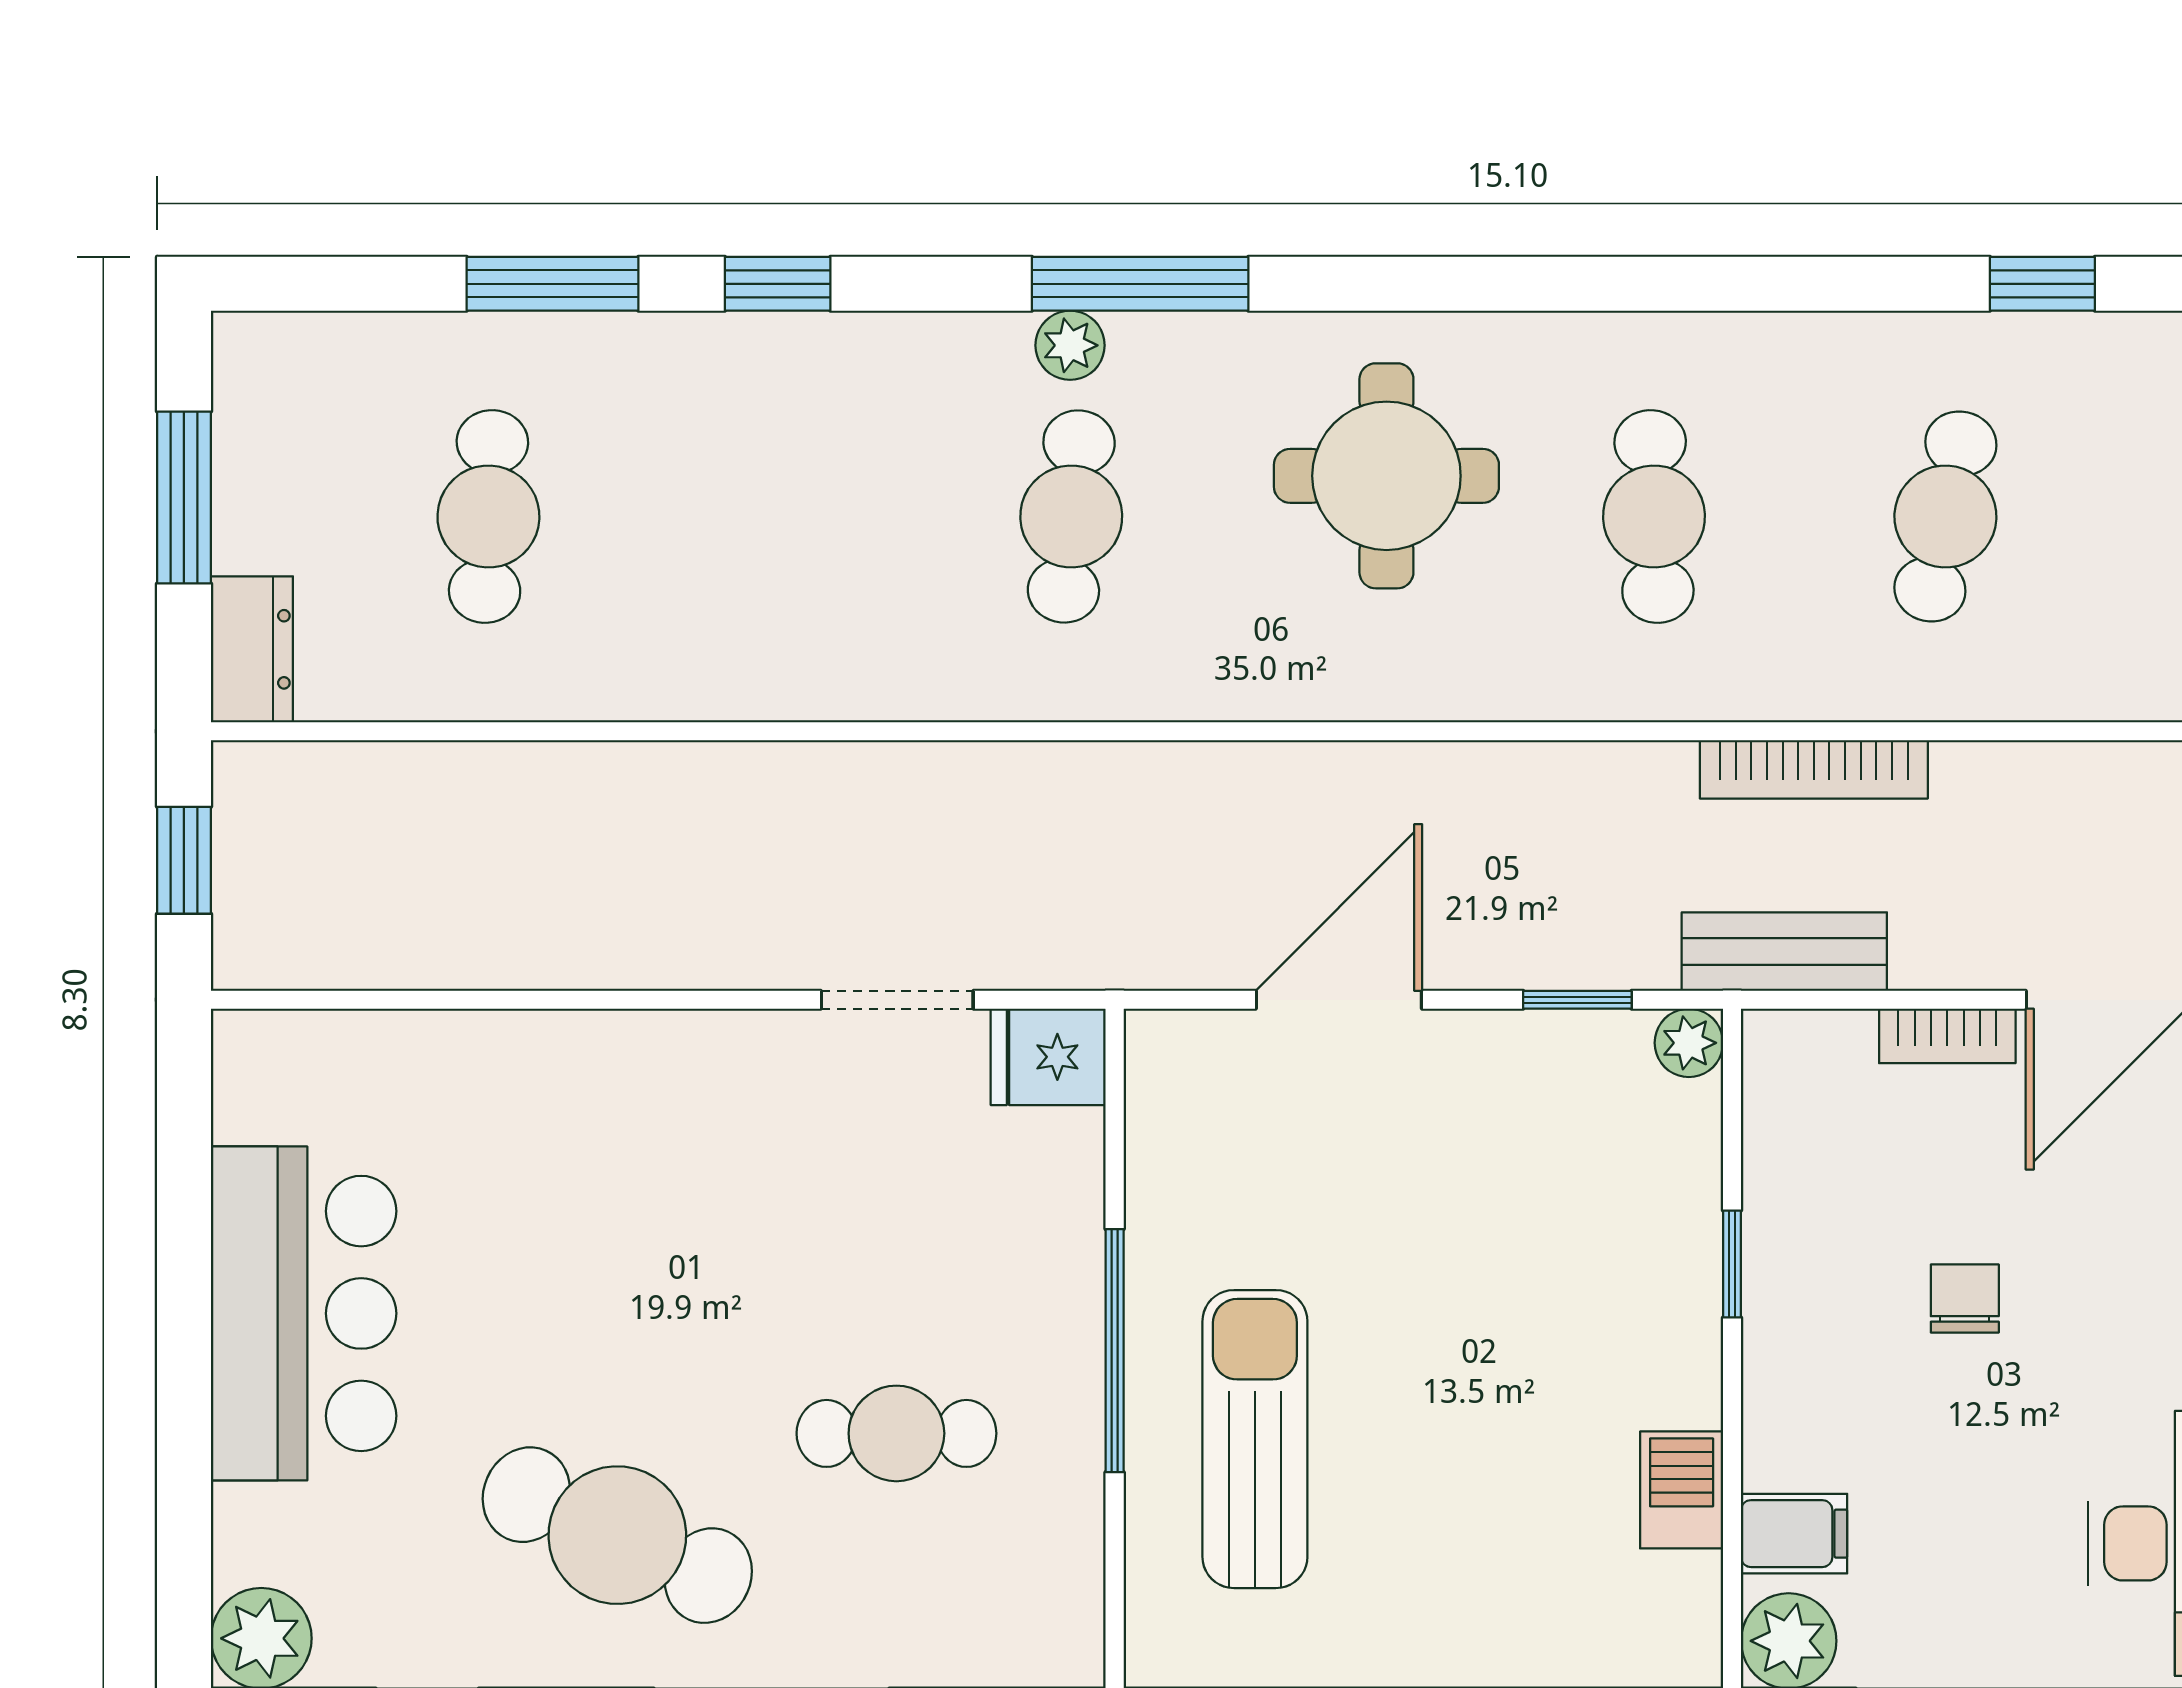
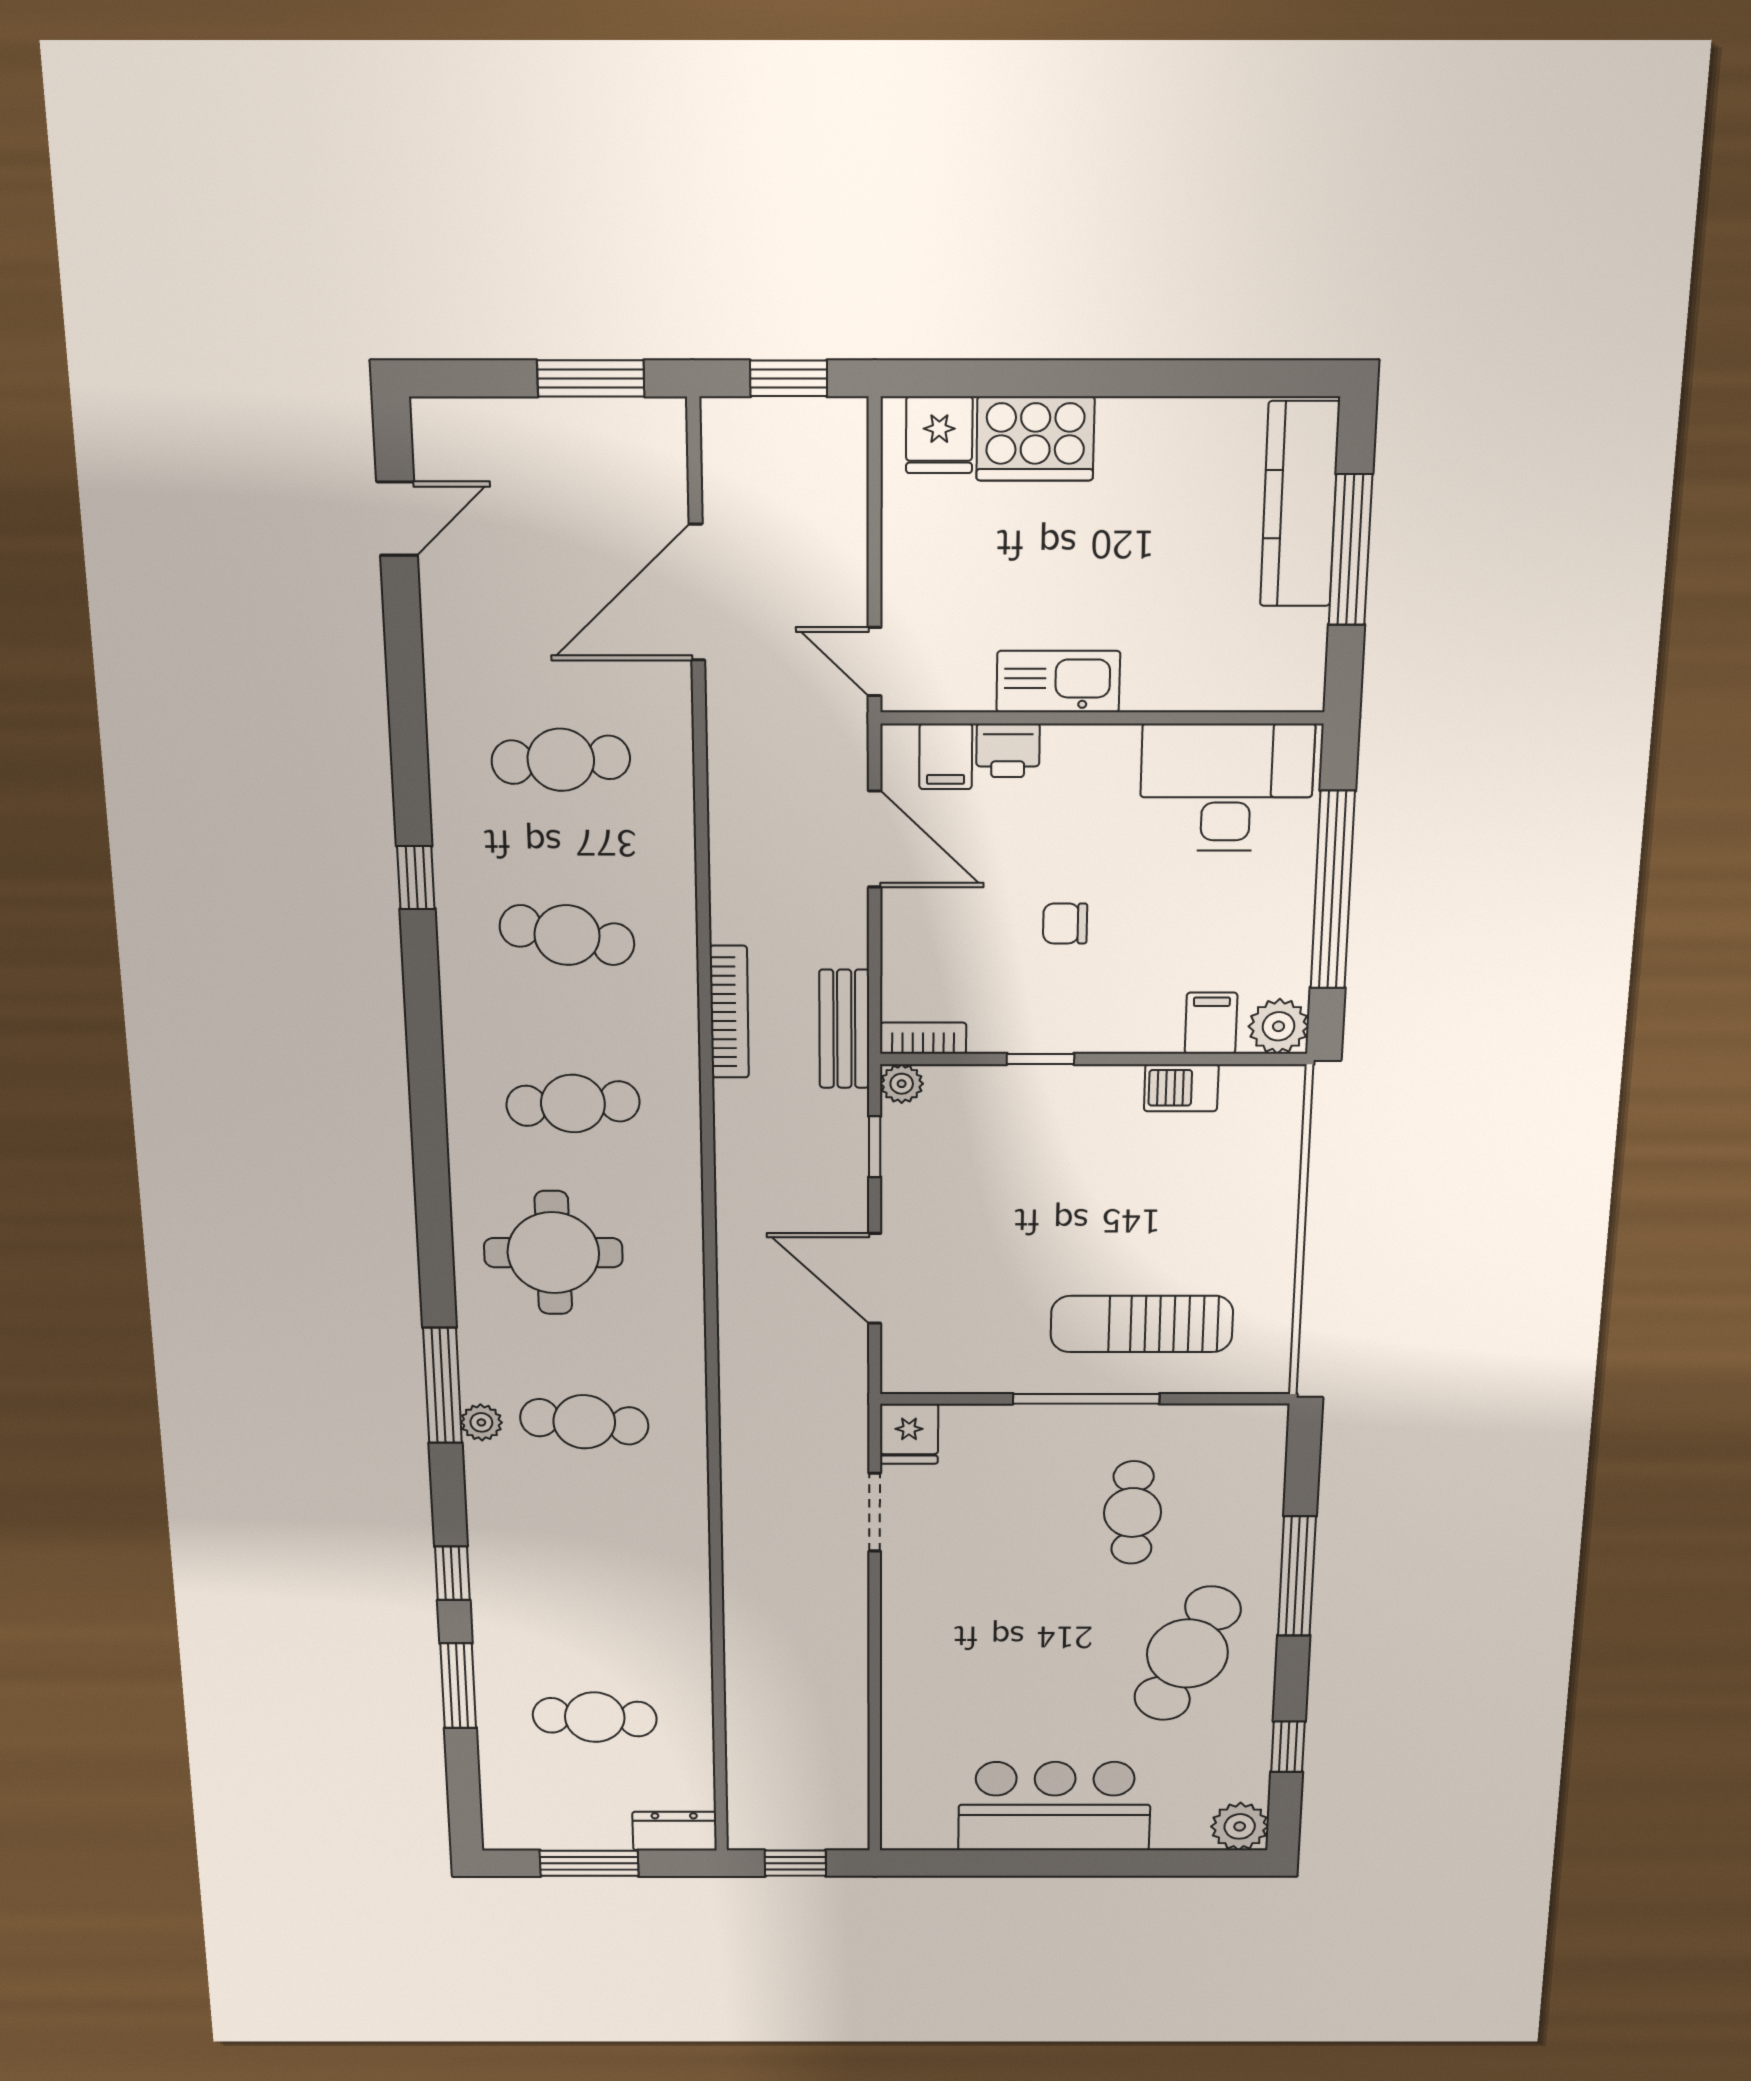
bookcase: (1947, 1036) -> (923, 1038), moved, turned -90

